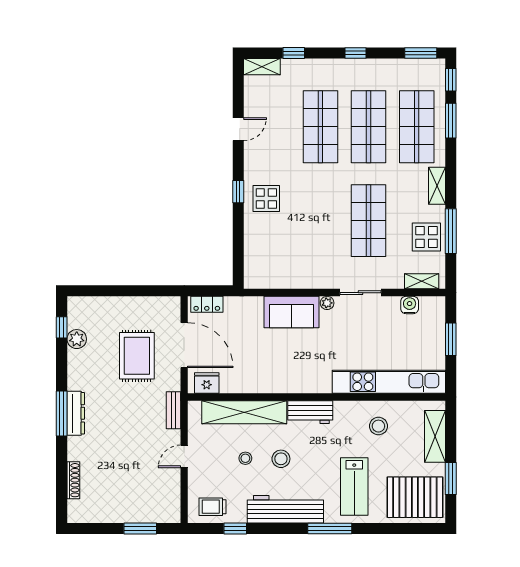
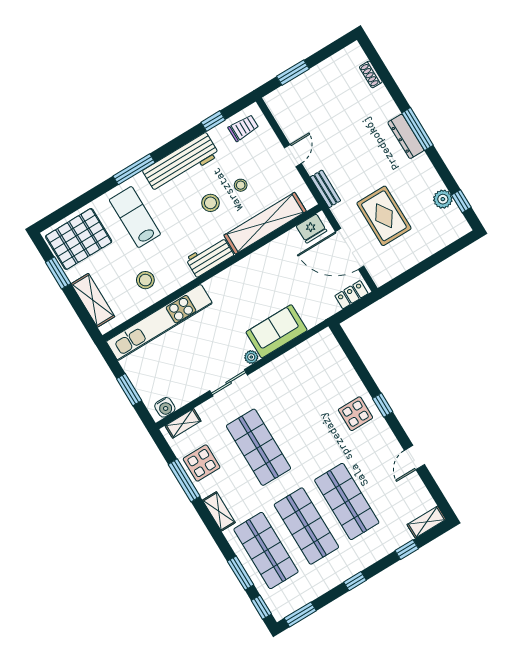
water cooler: (410, 305) -> (165, 407), moved
shoe rack: (73, 480) -> (371, 74), width x0.70

